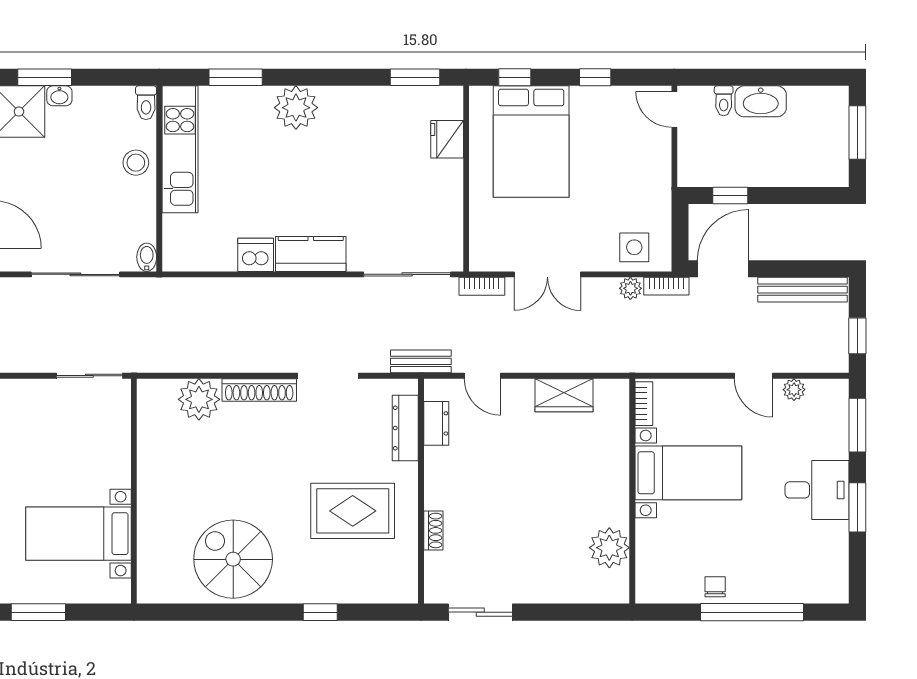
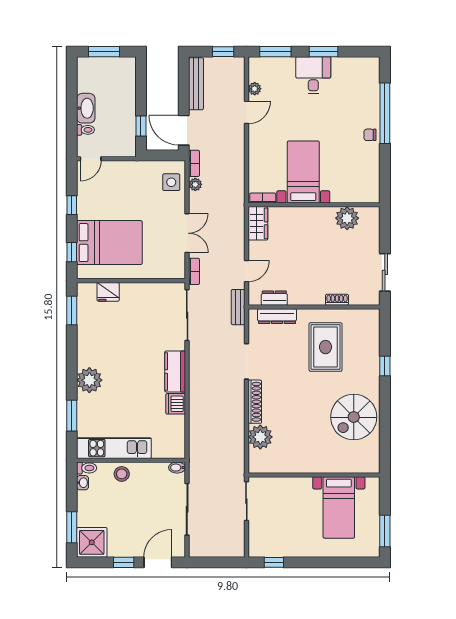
washbasin: (59, 96) -> (83, 483), moved
bookcase: (644, 404) -> (263, 198), moved
bed with nightstands: (688, 473) -> (303, 172), moved
wall: (632, 491) -> (314, 205), moved
plant: (609, 548) -> (347, 218), moved

